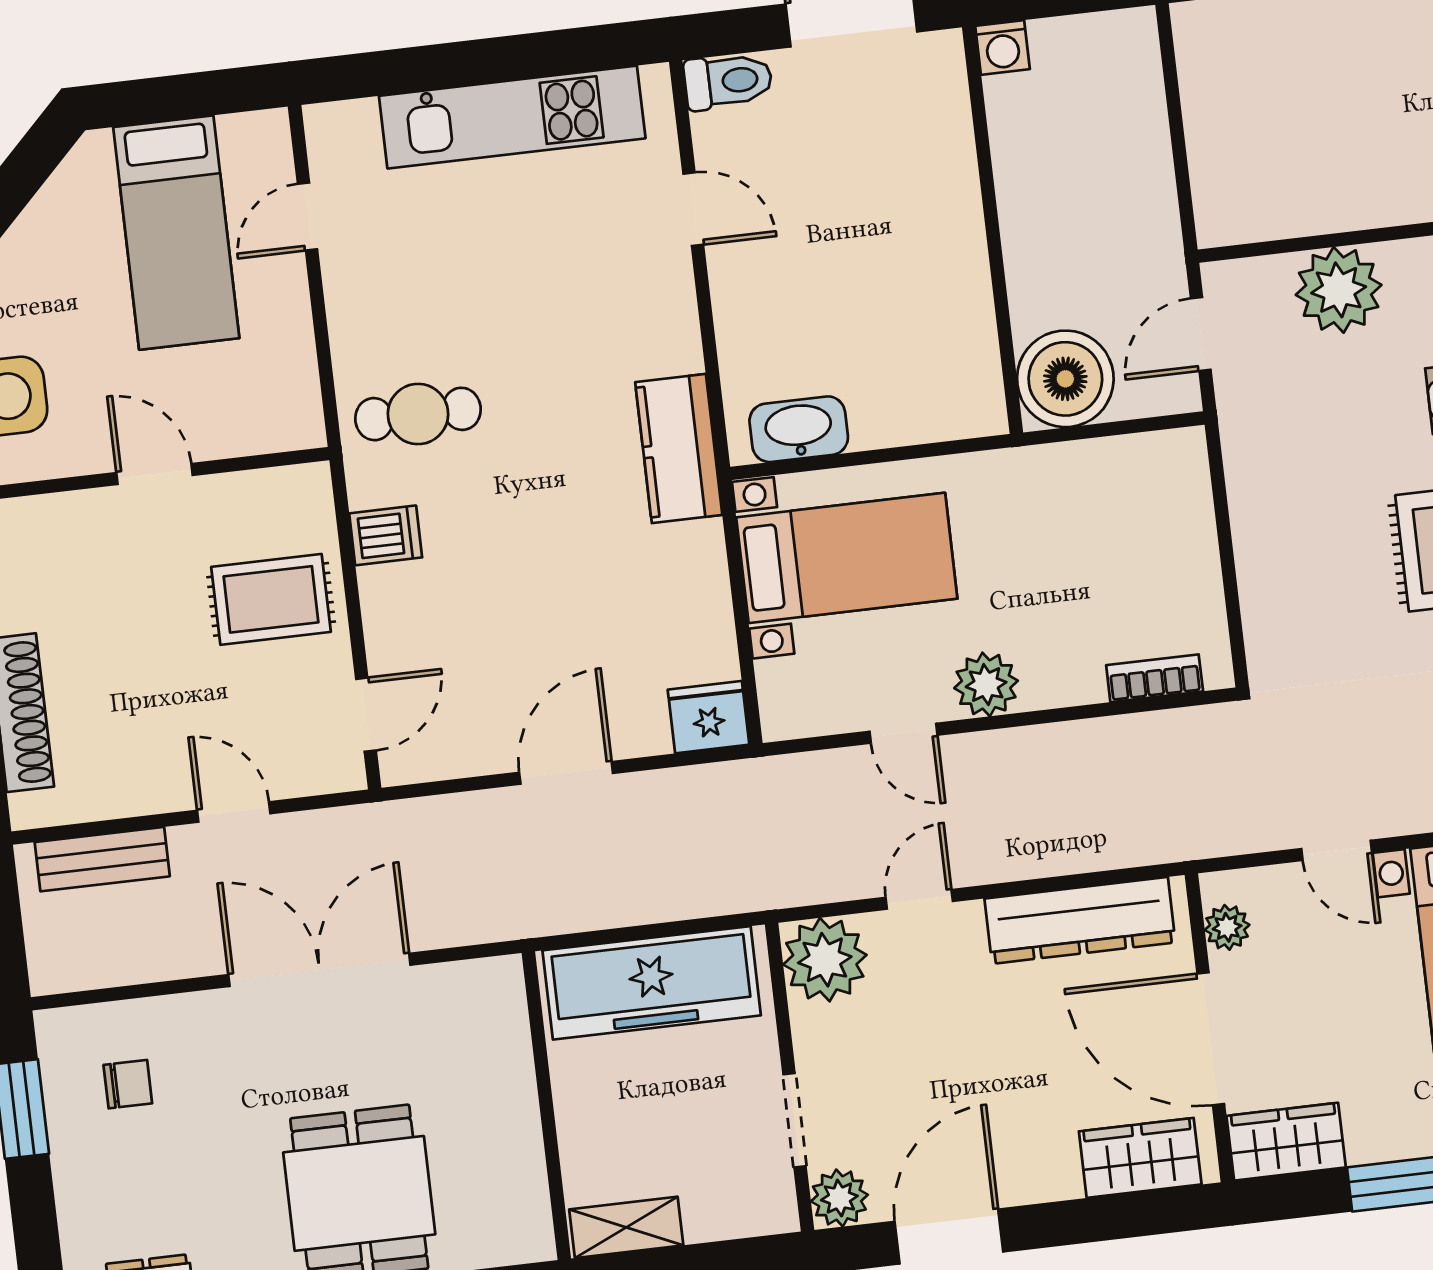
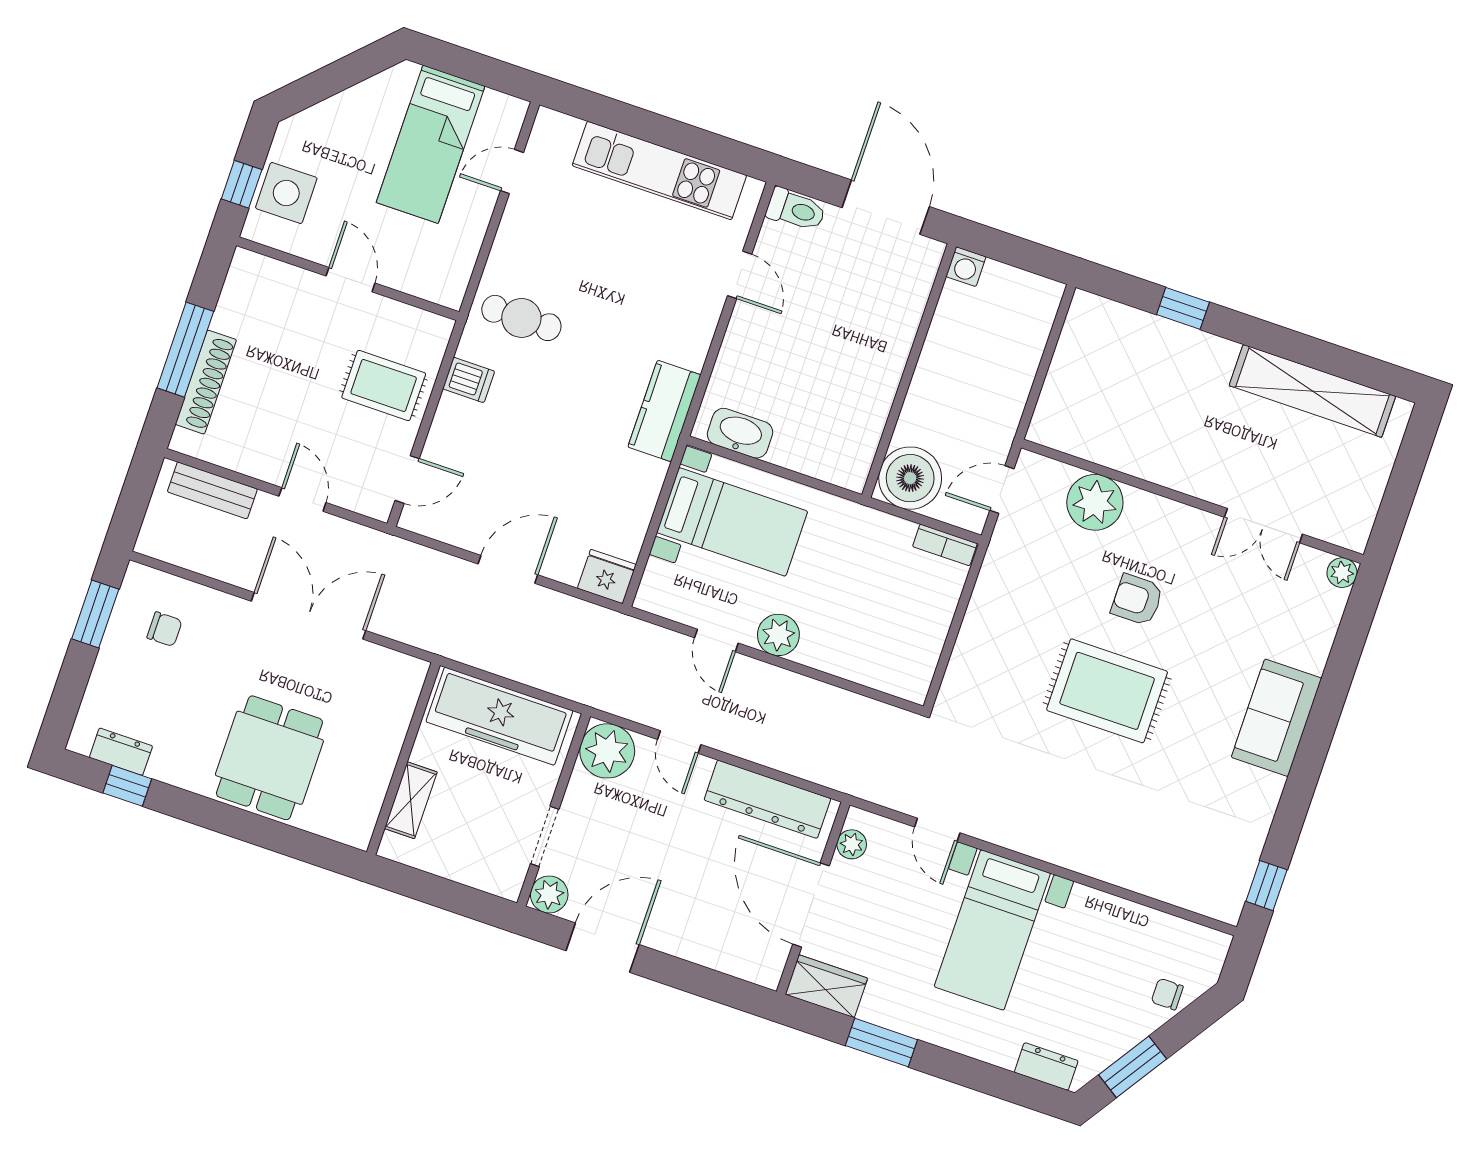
bookcase: (1155, 678) -> (945, 545), moved, turned 180
door: (919, 899) -> (679, 742), swing flipped
wardrobe: (1140, 1158) -> (736, 955), removed
shelving: (626, 1227) -> (411, 800), moved, turned 90

